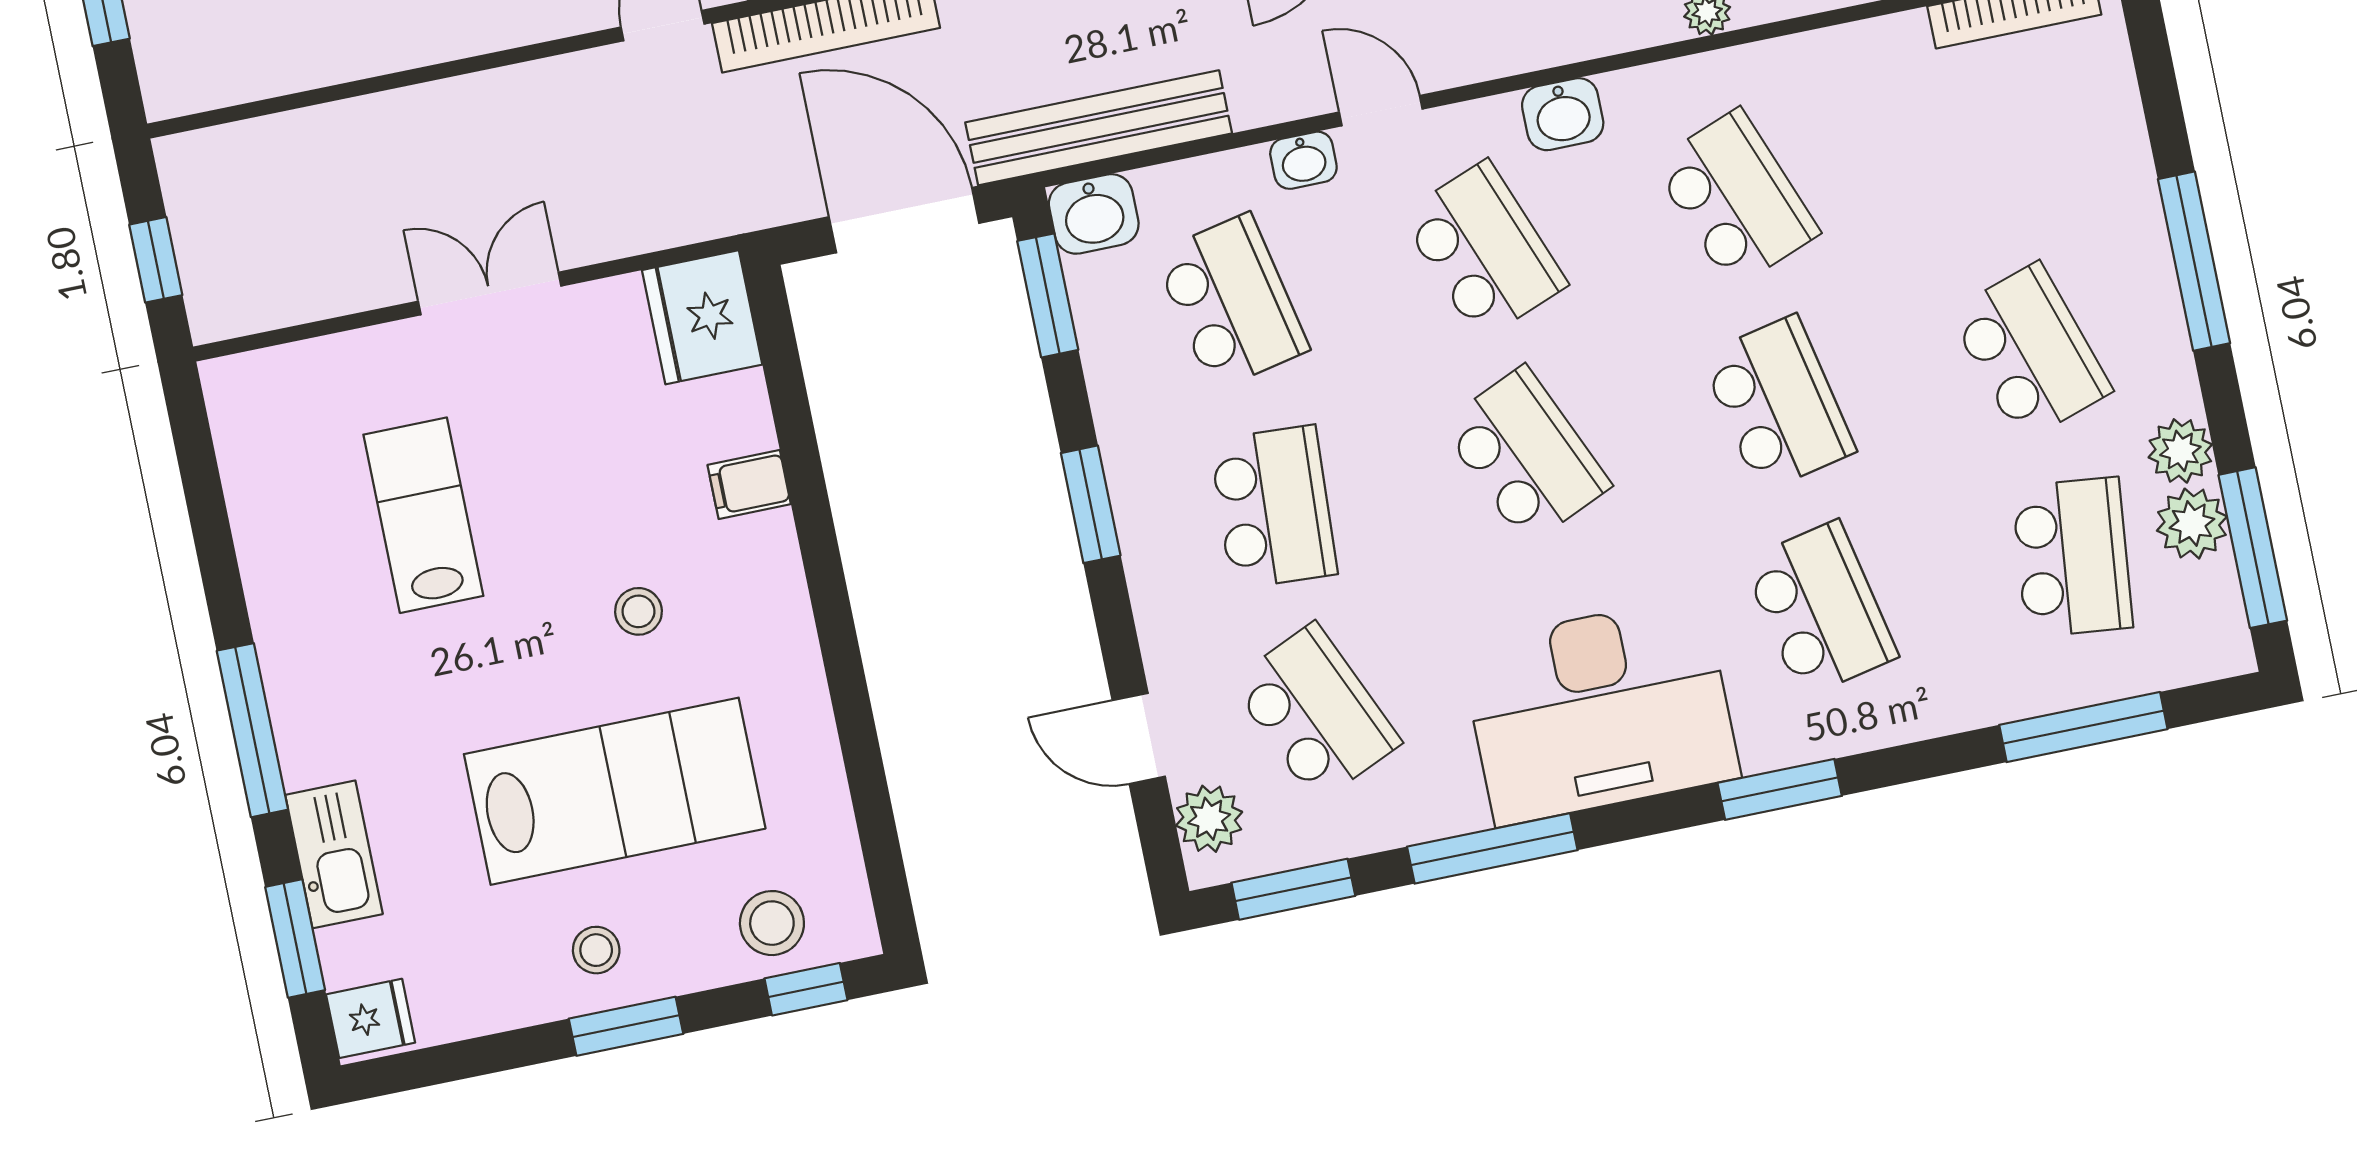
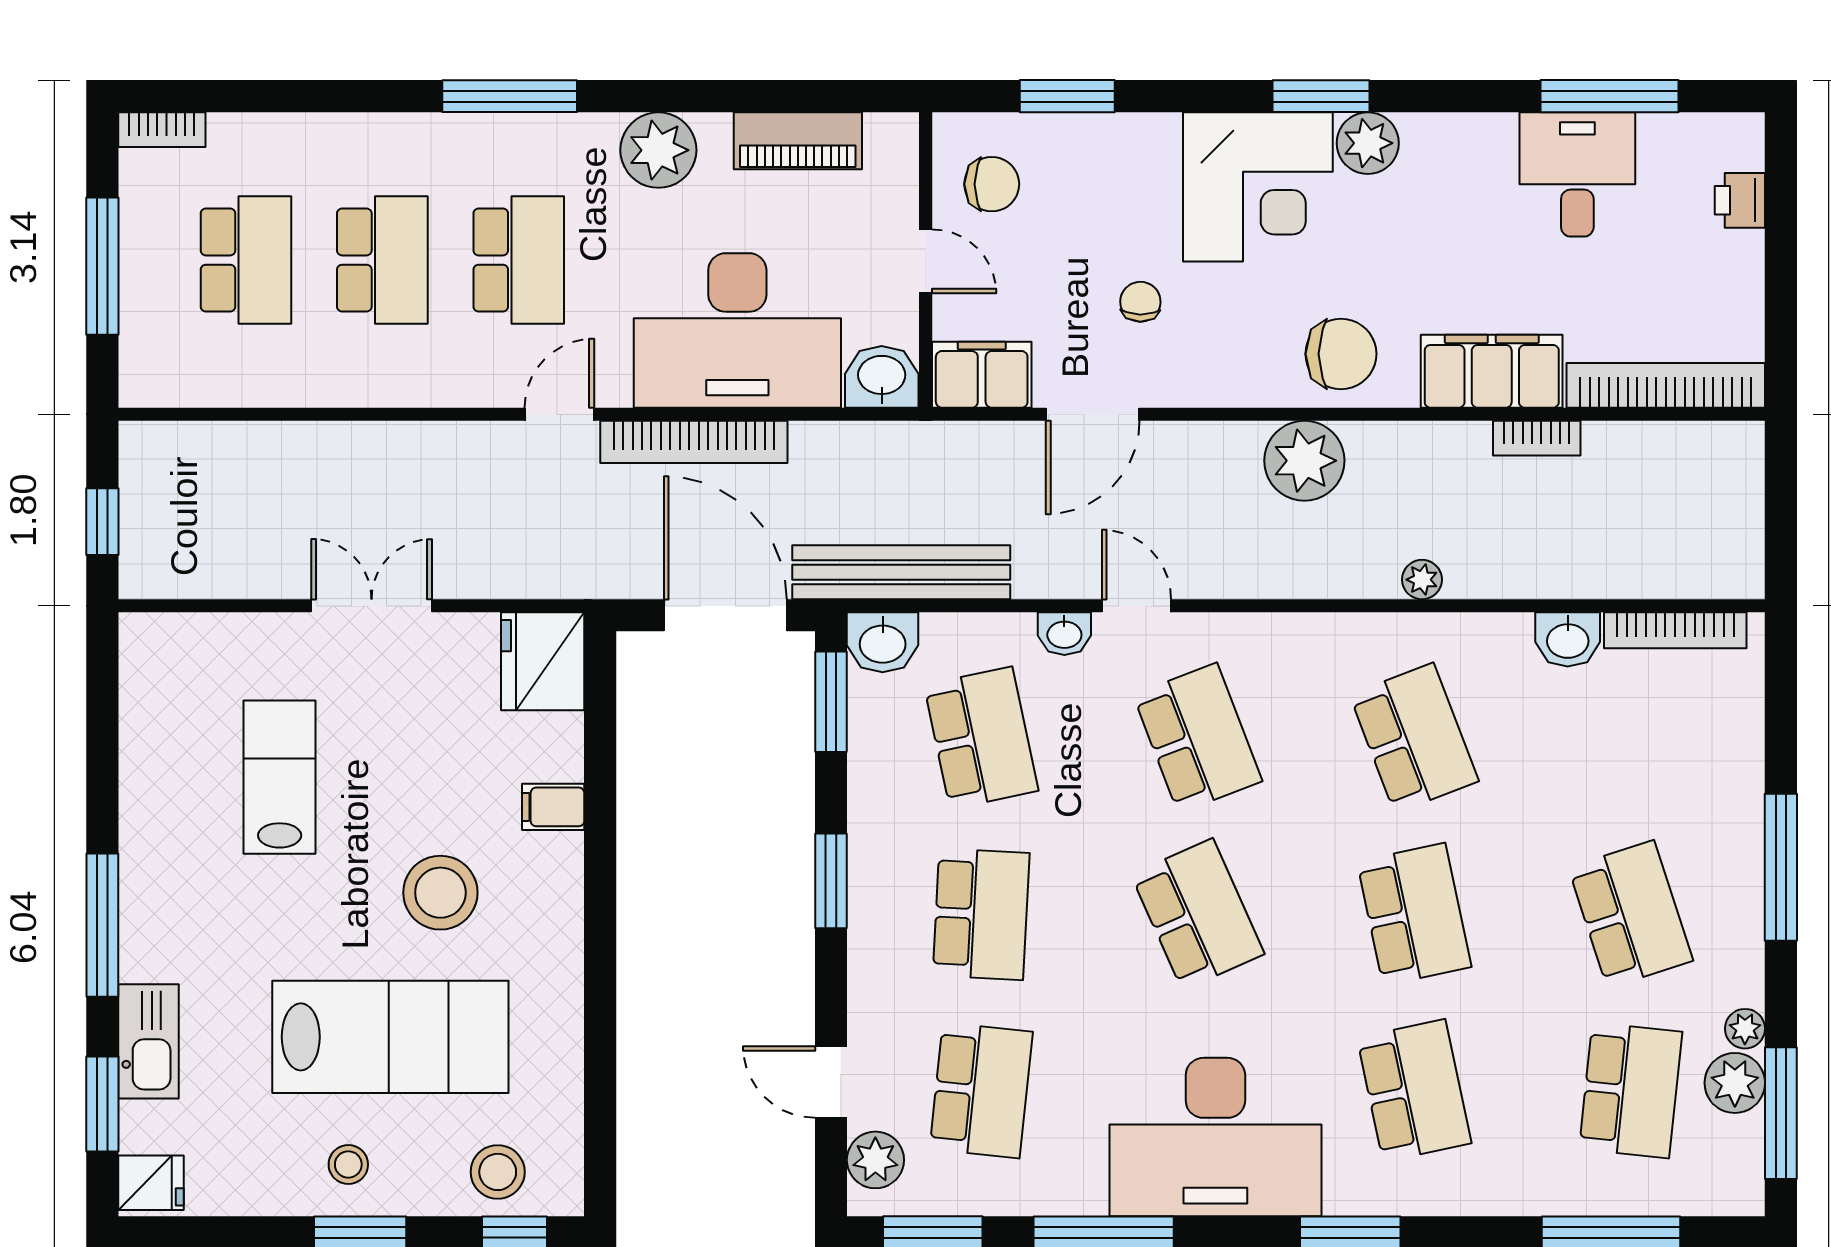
washbasin: (1563, 114) -> (1568, 639), moved
plant: (2180, 451) -> (1745, 1029), width x0.73, depth x0.73
stool: (638, 611) -> (440, 893), width x1.89, depth x1.89
school desk: (1316, 712) -> (981, 1090), turned 30

